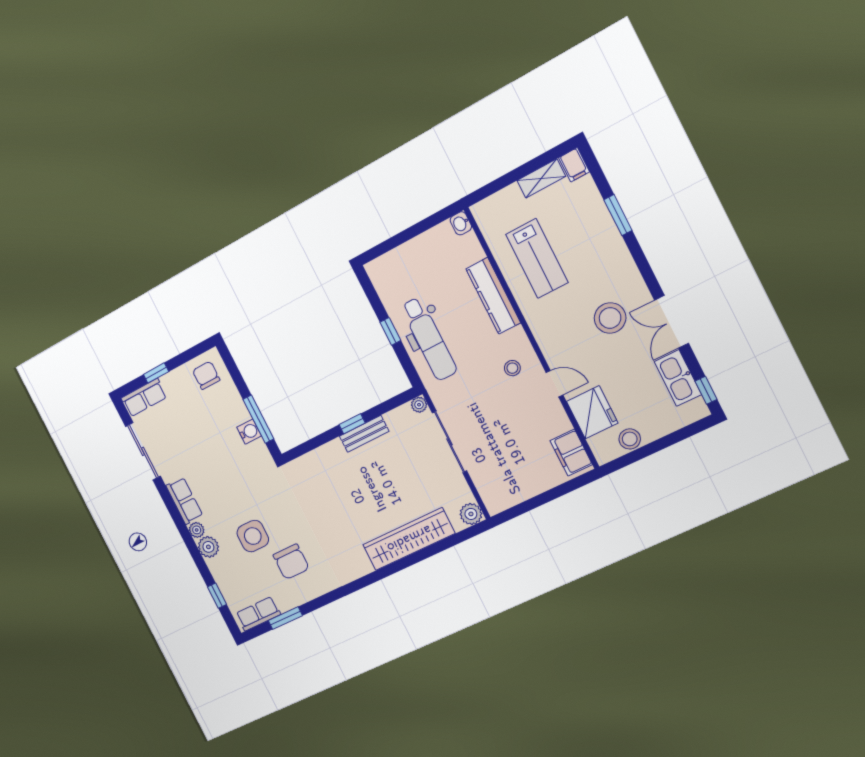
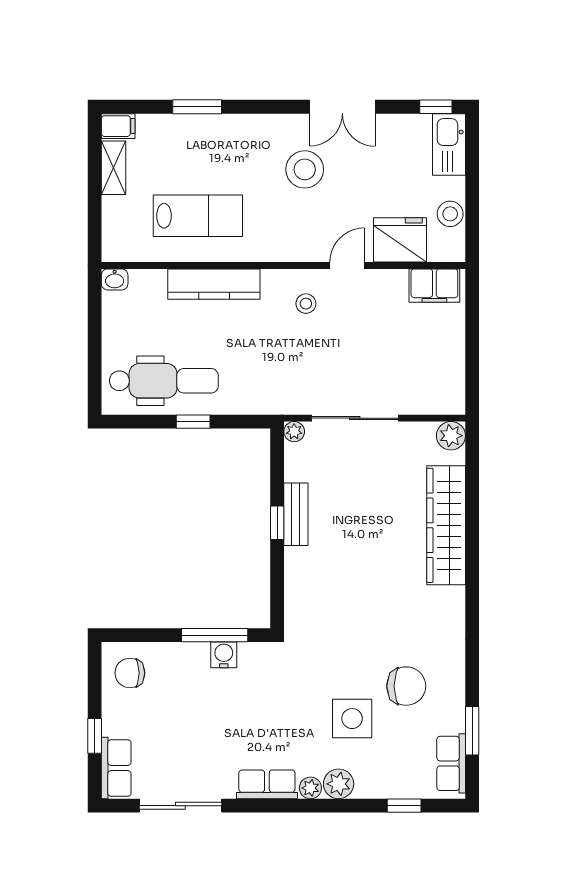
dental chair: (429, 339) -> (164, 381), moved
kitchen sink: (678, 378) -> (449, 144), moved, turned 90

